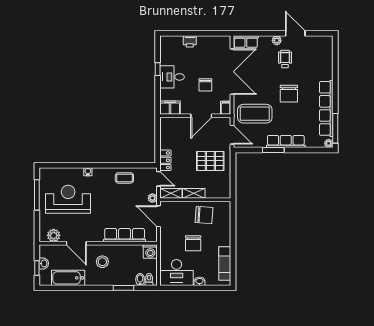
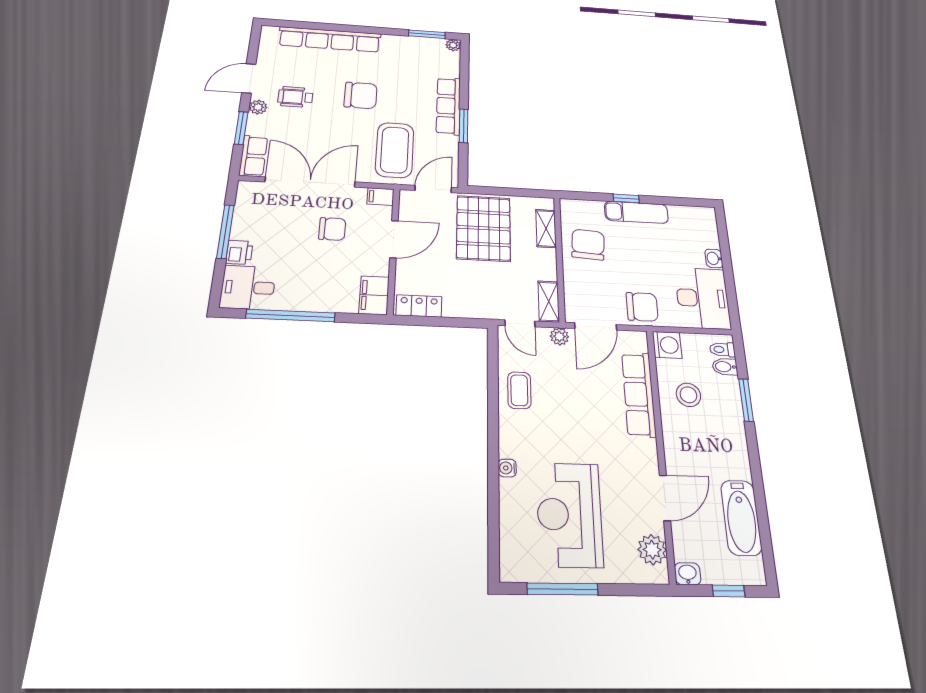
window: (201, 33) -> (225, 231), added
window: (263, 33) -> (241, 128), added
window: (158, 69) -> (291, 315), width x3.17
desk: (172, 77) -> (248, 287), moved, turned 90
row of seats: (326, 108) -> (330, 39), moved
door: (201, 116) -> (394, 239), hinge flipped
window: (335, 128) -> (427, 34), width x0.69
locker: (165, 160) -> (419, 306), moved
pallet: (210, 161) -> (483, 228), width x1.37, depth x1.41
door: (158, 179) -> (520, 323), swing flipped
shelving: (194, 193) -> (546, 229), moved
window: (233, 237) -> (626, 198), added
chair: (193, 243) -> (642, 307), moved
stool: (102, 262) -> (688, 395), moved
washbasin: (44, 263) -> (688, 574), moved
exam couch: (225, 264) -> (636, 212), moved

